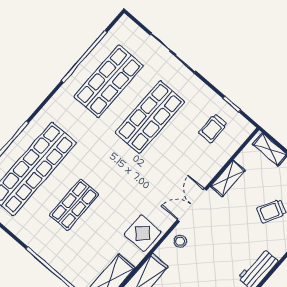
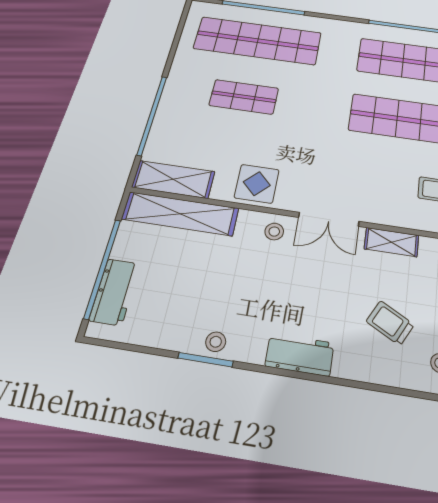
double door: (192, 205) -> (329, 219), swing flipped

